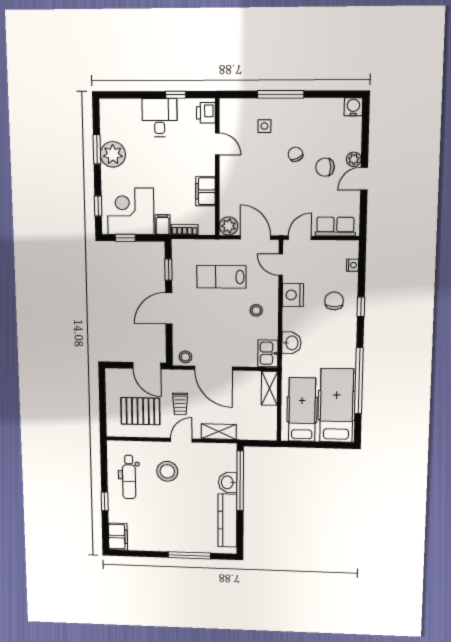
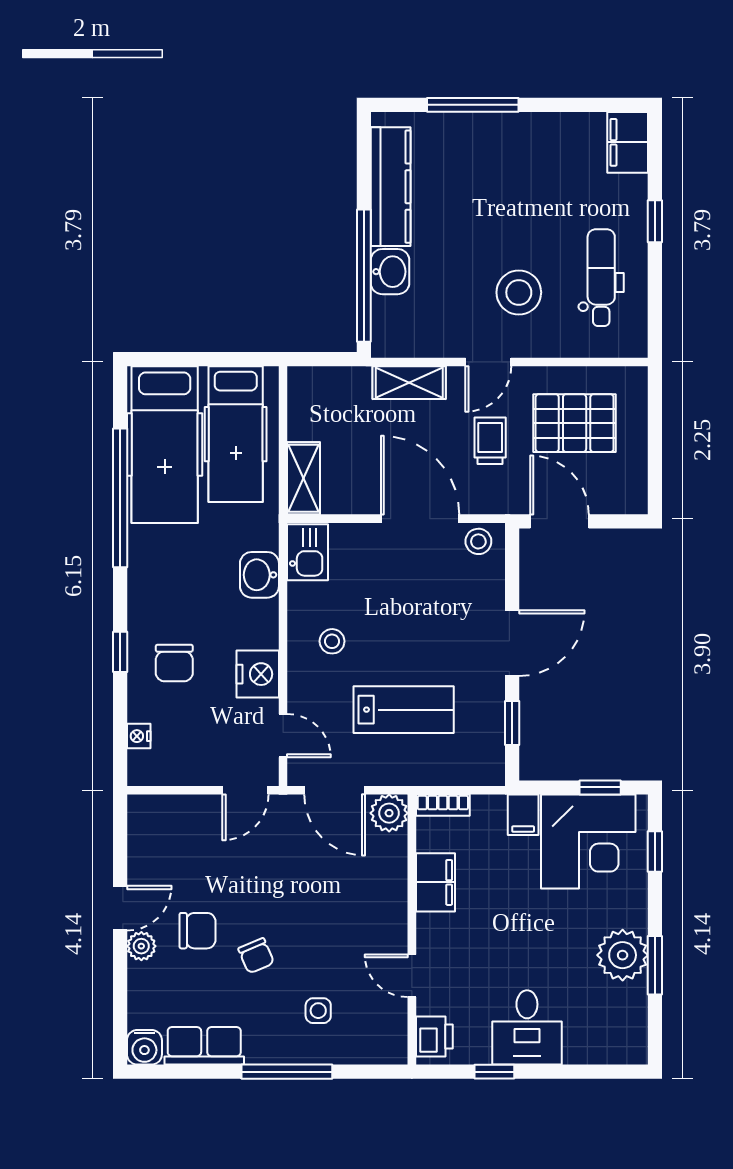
row of seats: (335, 227) -> (204, 1046), moved, turned 180
bookcase: (185, 230) -> (443, 805), moved

